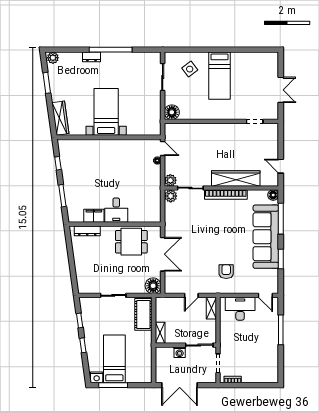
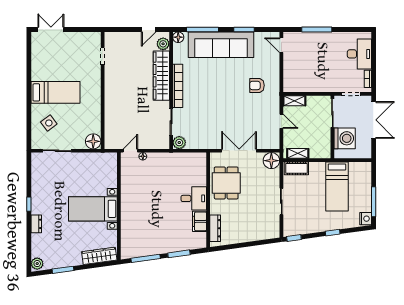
window: (111, 50) -> (29, 204), width x0.32
double door: (281, 90) -> (51, 29), moved
window: (58, 163) -> (146, 258), width x2.17
plant: (170, 180) -> (163, 44), moved
door: (265, 295) -> (281, 45), swing flipped
desk: (240, 309) -> (359, 54), moved, turned 180
cot: (143, 314) -> (296, 168), width x0.73, depth x0.75
window: (80, 321) -> (294, 238), moved
shelving: (160, 333) -> (298, 153), moved
washing machine: (180, 352) -> (345, 138), width x1.89, depth x1.89
bed: (114, 359) -> (337, 187), moved, turned -90
double door: (180, 385) -> (374, 120), moved

